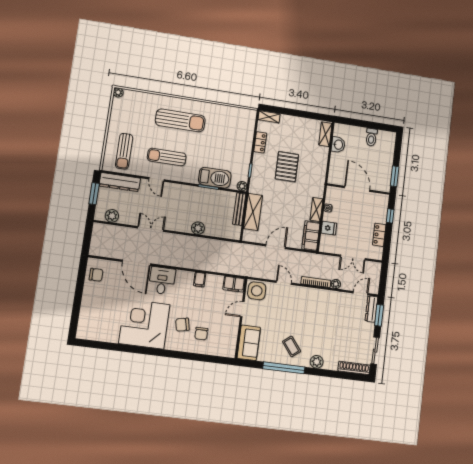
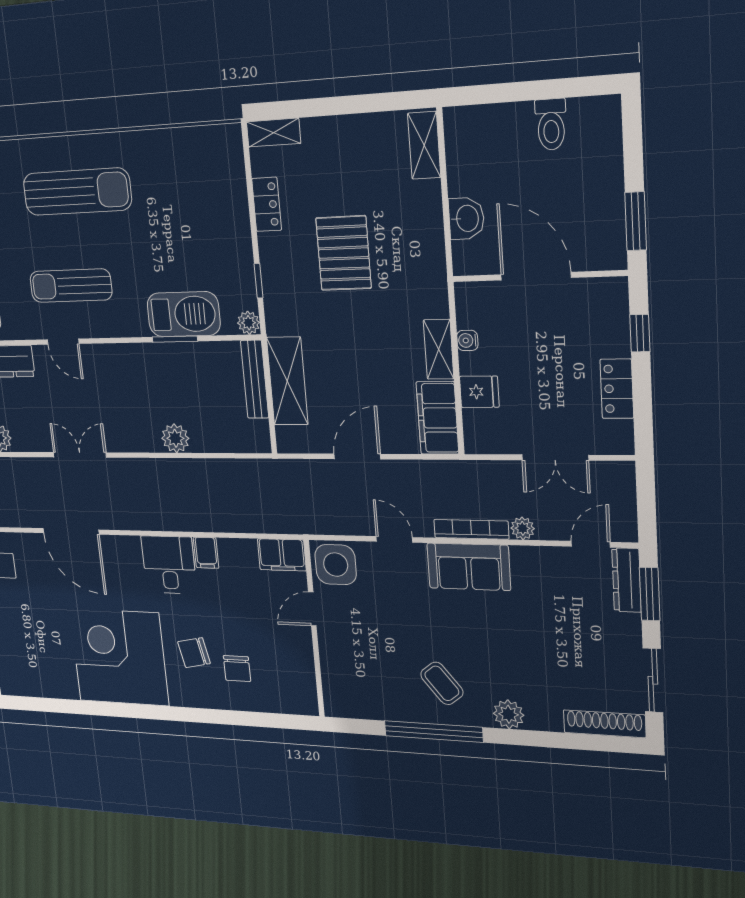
washbasin: (338, 145) -> (466, 218), moved
desk: (162, 281) -> (169, 565), moved
sofa: (249, 343) -> (469, 567), moved, turned 90

